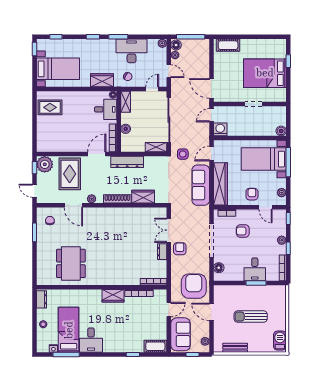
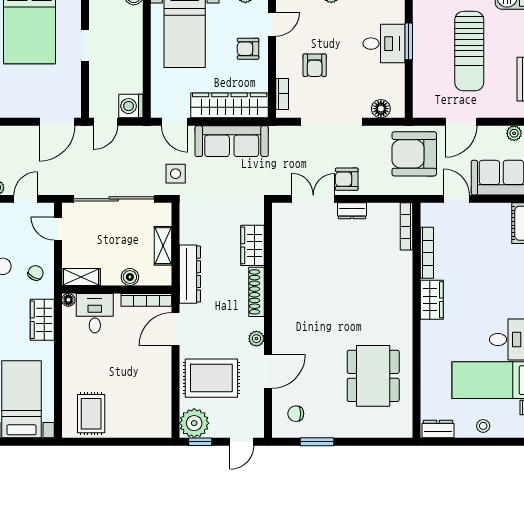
door: (211, 115) -> (106, 122), hinge flipped
shelving: (156, 147) -> (163, 246), moved
door: (97, 154) -> (176, 329), hinge flipped
double door: (169, 230) -> (313, 199), swing flipped
dining table: (71, 263) -> (373, 376), turned 90
sun lounger: (251, 317) -> (469, 51), width x1.36, depth x1.34

